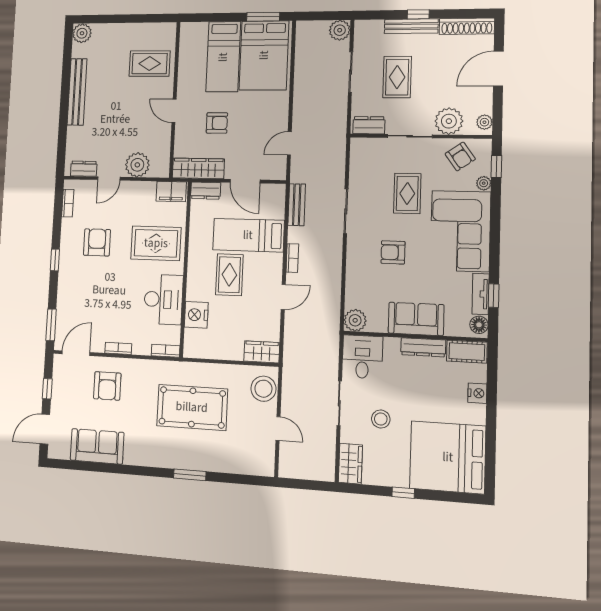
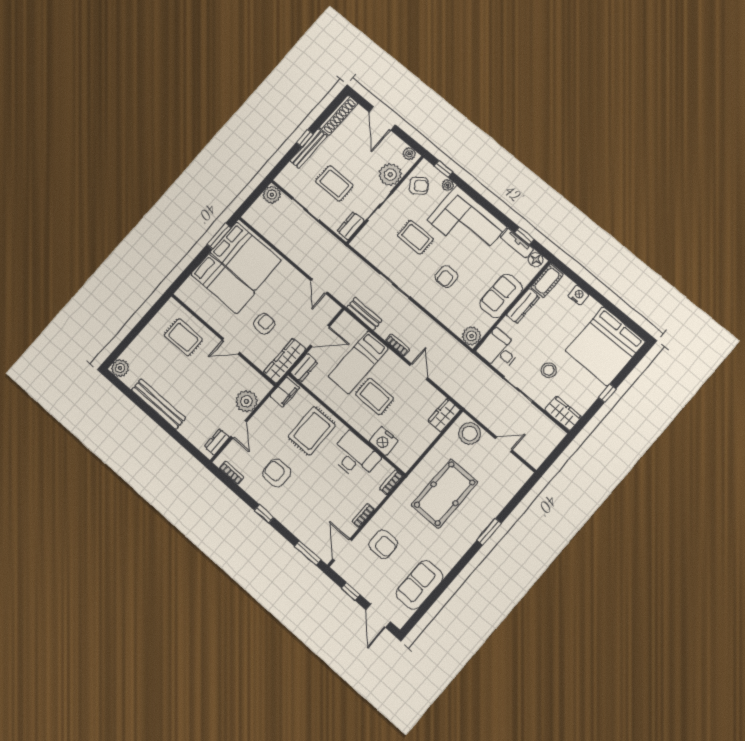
rug: (150, 64) -> (183, 337), turned 90

